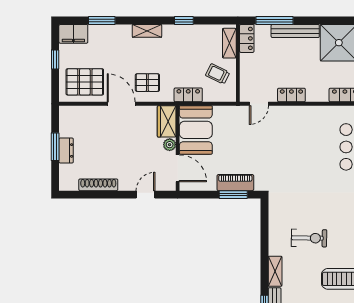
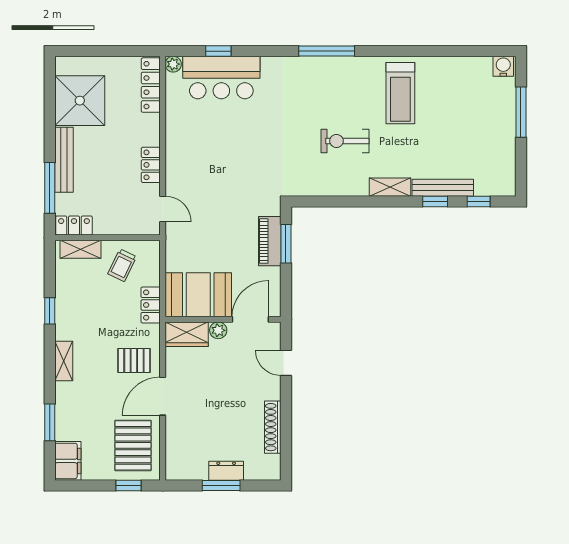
window: (55, 60) -> (129, 486), moved
pallet: (147, 83) -> (134, 360), turned 90
exercise bike: (309, 238) -> (345, 141), turned -91

